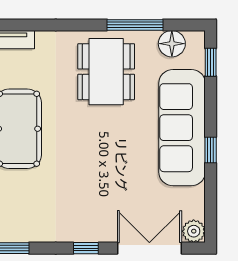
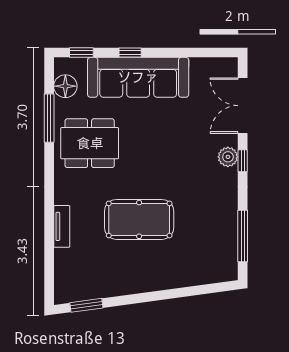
window: (211, 150) -> (130, 53), moved
plant: (194, 231) -> (228, 157), moved

